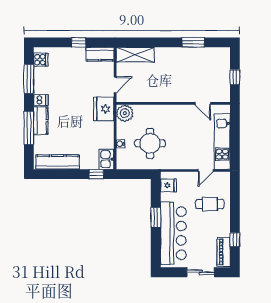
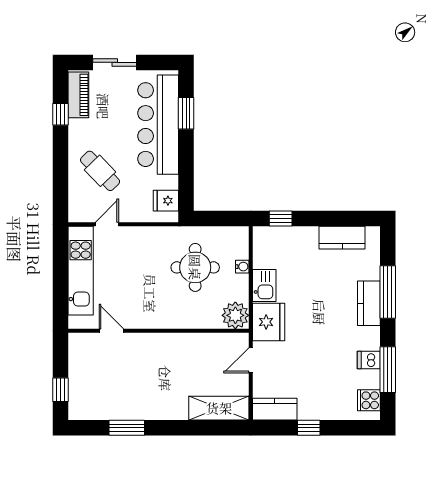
window: (235, 77) -> (60, 390), moved
dishwasher: (41, 100) -> (369, 360), moved
kitchen sink: (107, 159) -> (264, 285), moved
kitchen counter: (58, 162) -> (342, 238), width x0.67
cafe table: (210, 204) -> (100, 171), turned 46
window: (156, 217) -> (186, 113), moved

